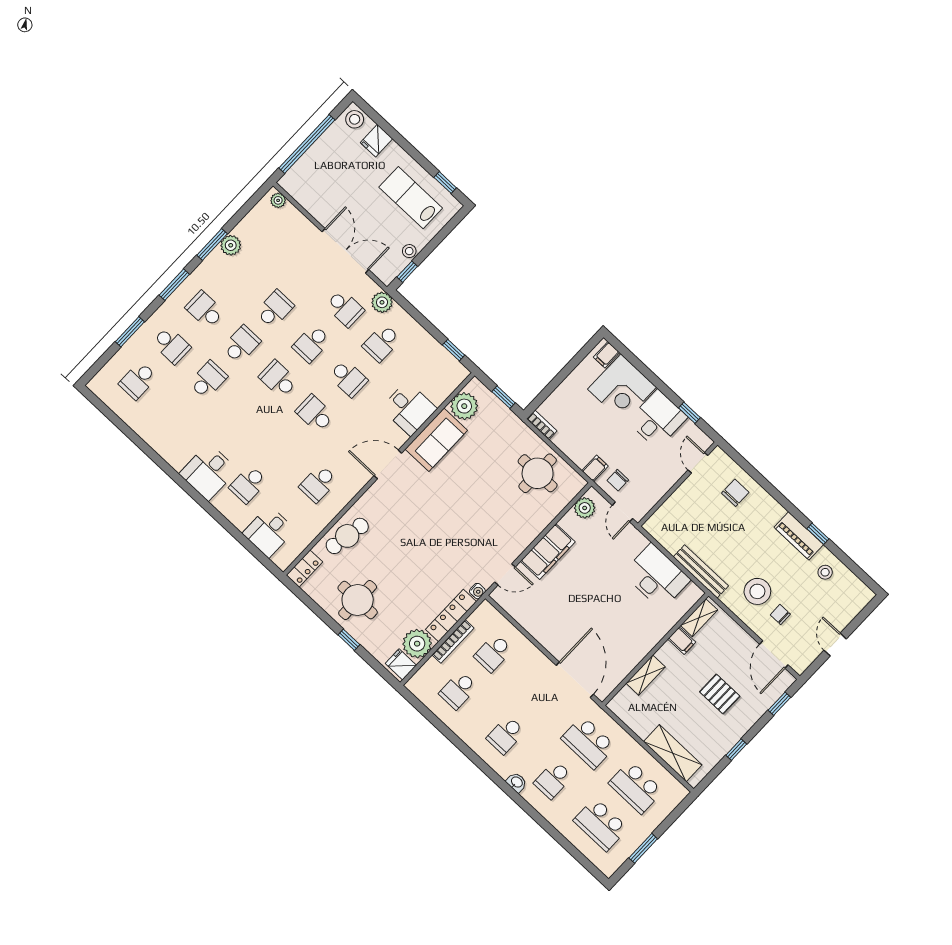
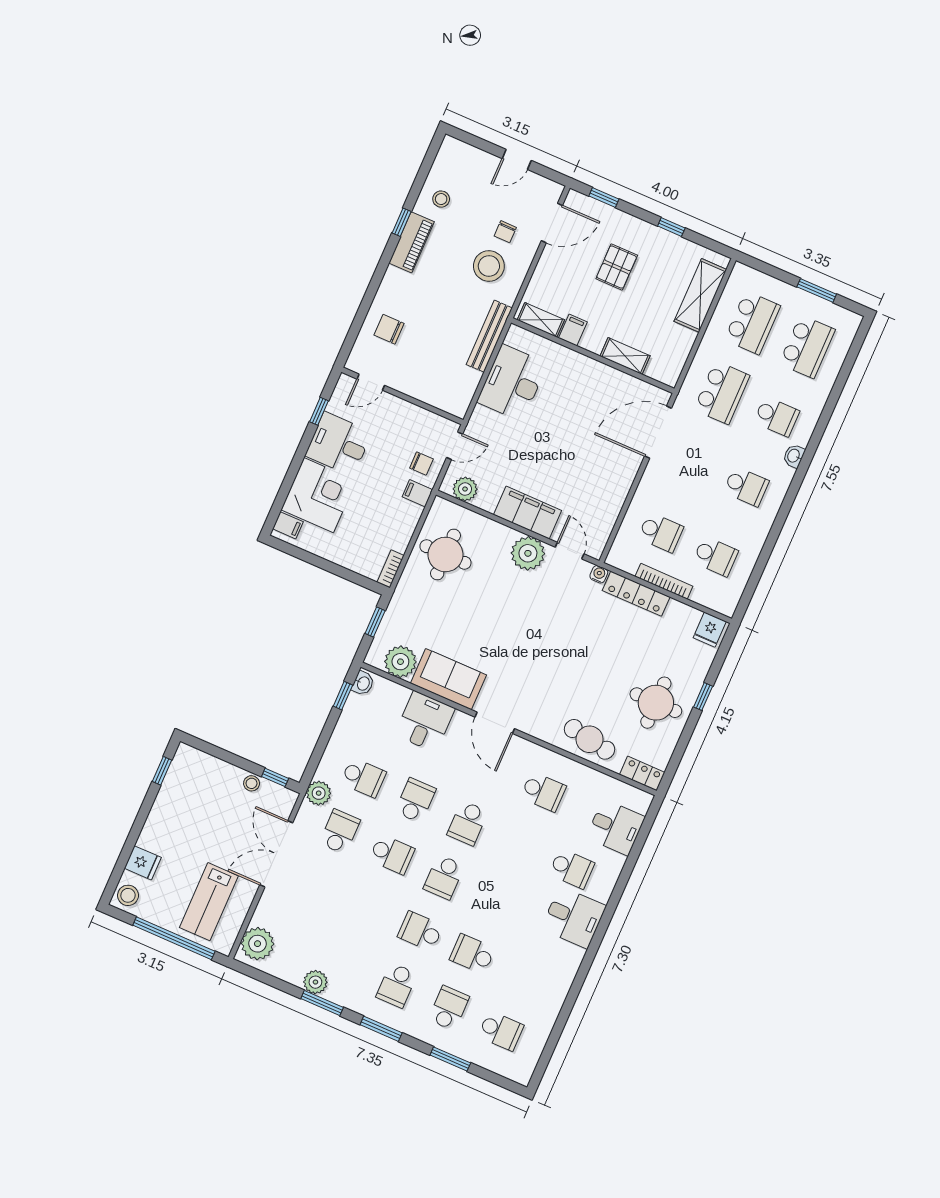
lab bench: (411, 198) -> (209, 902), moved
plant: (278, 200) -> (258, 944), width x1.88, depth x1.88
school desk: (275, 309) -> (368, 908), removed
washbasin: (458, 370) -> (363, 683), added
plant: (417, 644) -> (528, 553), moved

